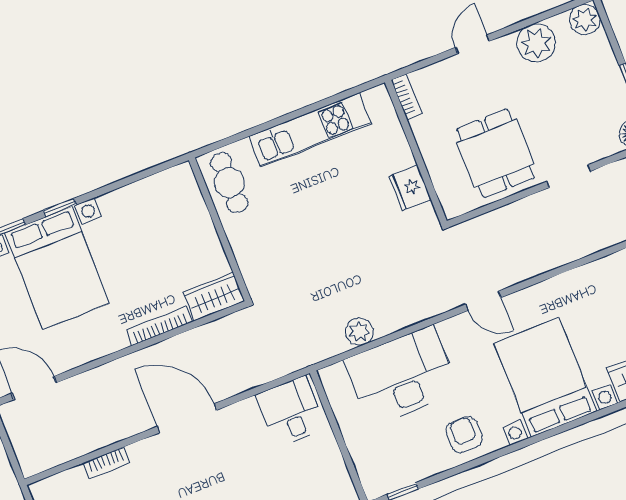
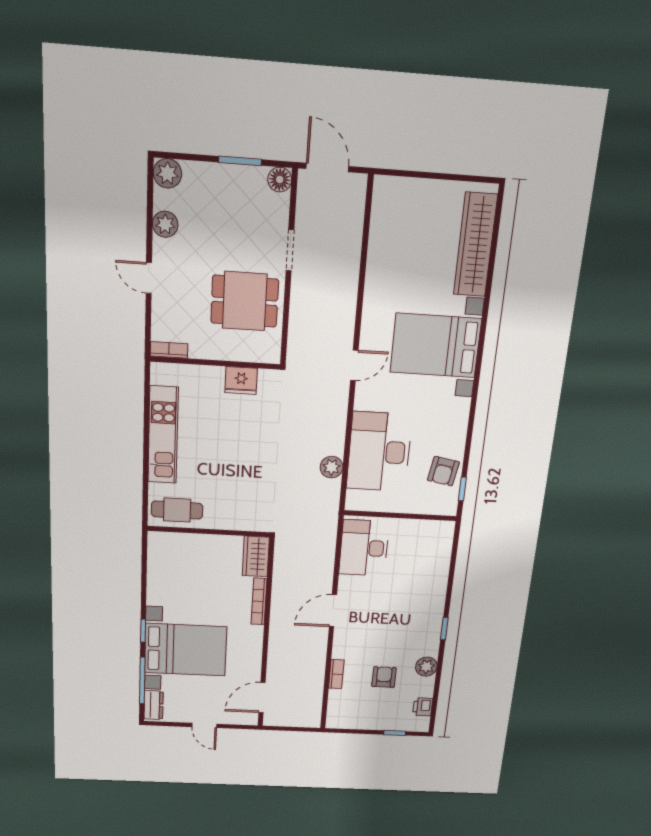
plant: (536, 43) -> (165, 224), width x0.73, depth x0.73
desk: (291, 412) -> (364, 548), width x1.37
door: (187, 418) -> (333, 611), width x0.73
armchair: (464, 435) -> (443, 471), moved, turned -80

